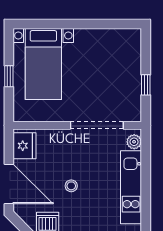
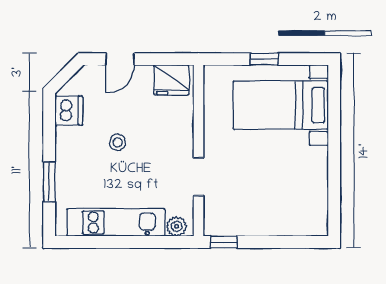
window: (146, 85) -> (224, 242), moved
doorway: (97, 125) -> (199, 177), width x0.53
door: (9, 184) -> (120, 59), width x0.53

